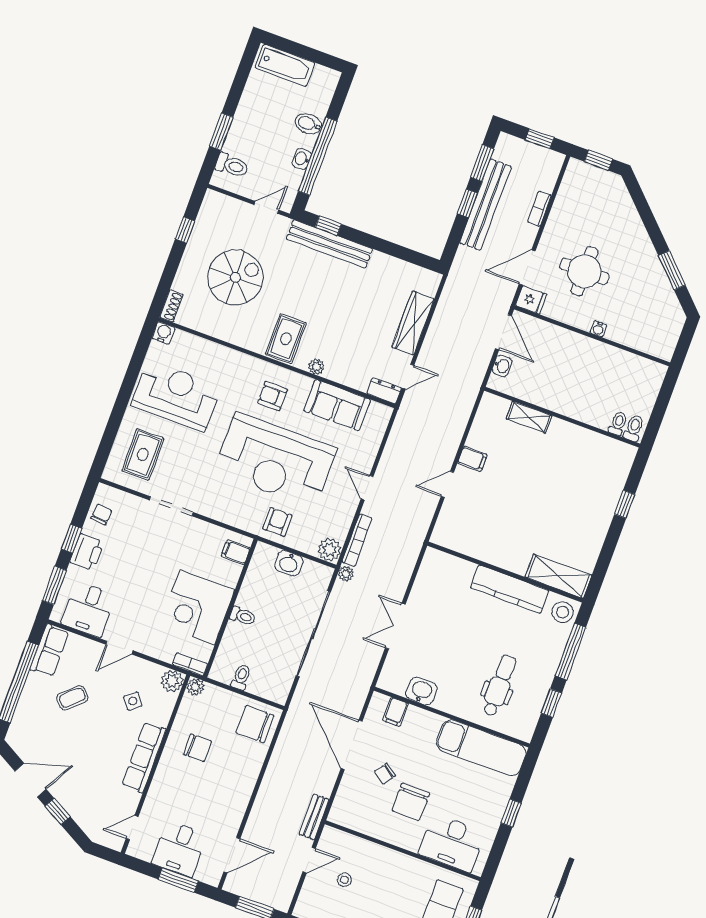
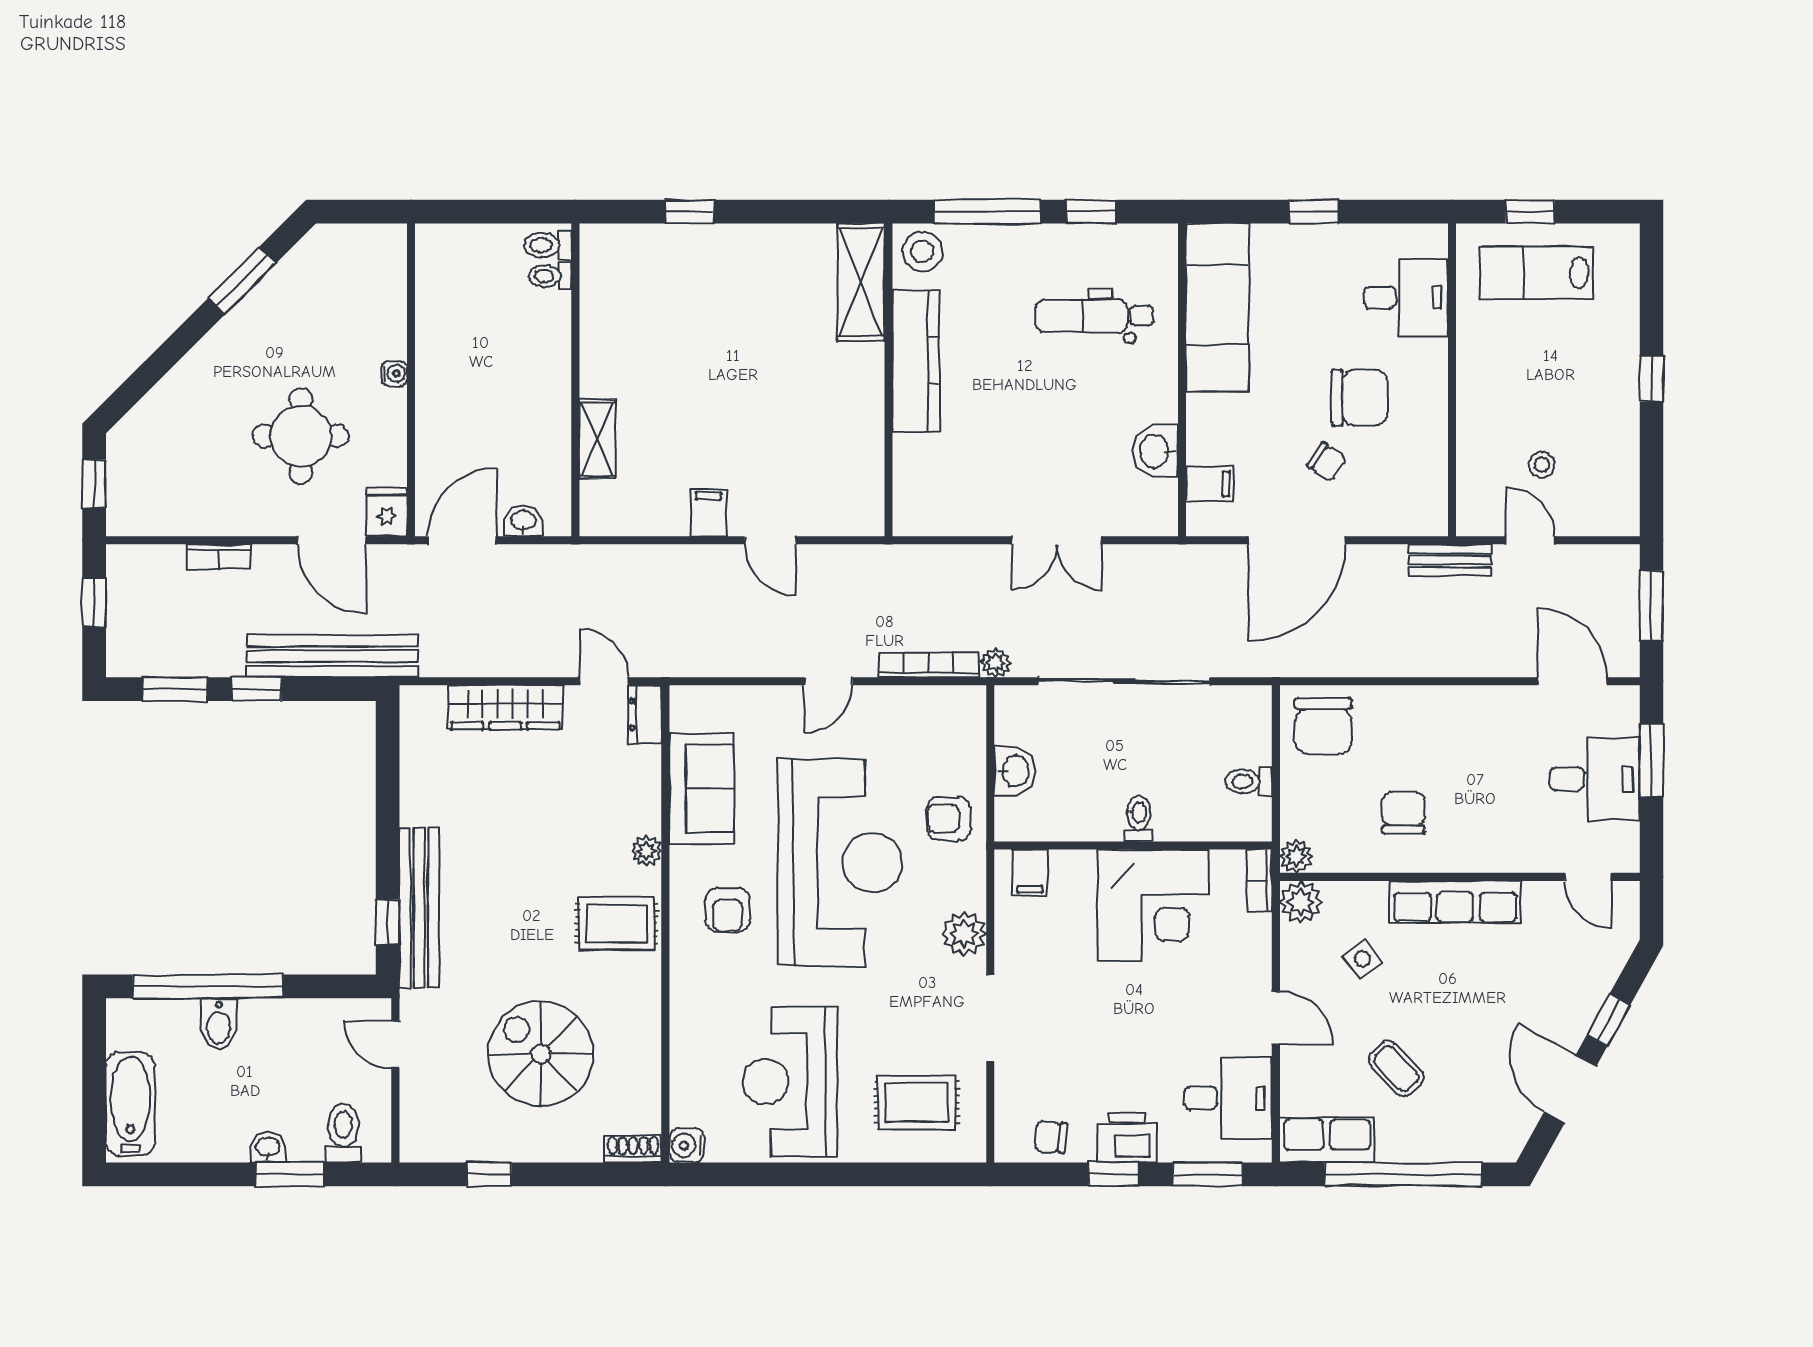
window: (318, 156) -> (208, 986), moved
washbasin: (302, 159) -> (268, 1148), moved, turned 180
bench: (485, 205) -> (332, 656), moved
plant: (330, 550) -> (964, 934), moved
desk: (452, 843) -> (1406, 297), width x0.73

